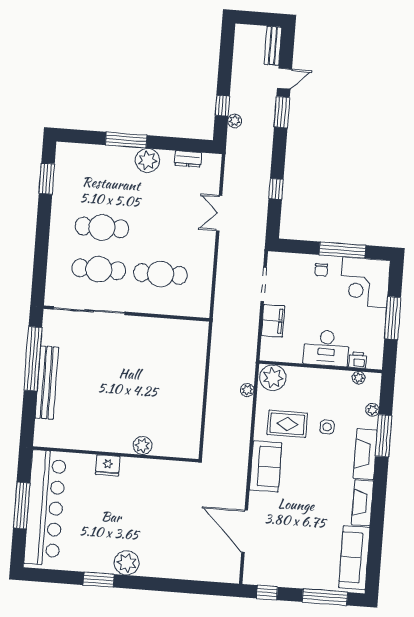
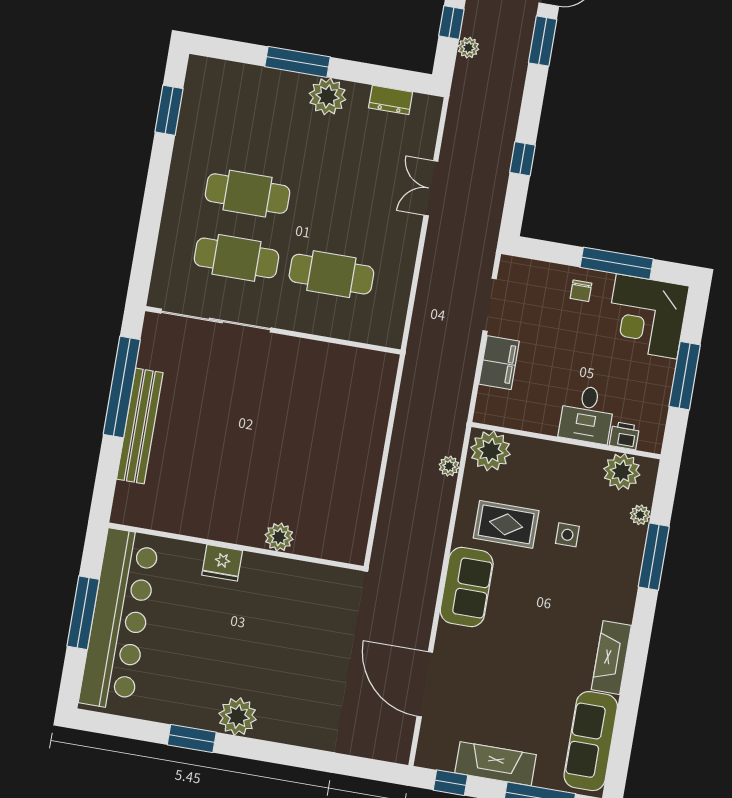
desk: (326, 348) -> (587, 414), width x0.73
plant: (359, 378) -> (622, 472), width x1.88, depth x1.88
fireplace: (365, 454) -> (496, 764), moved, turned 90

